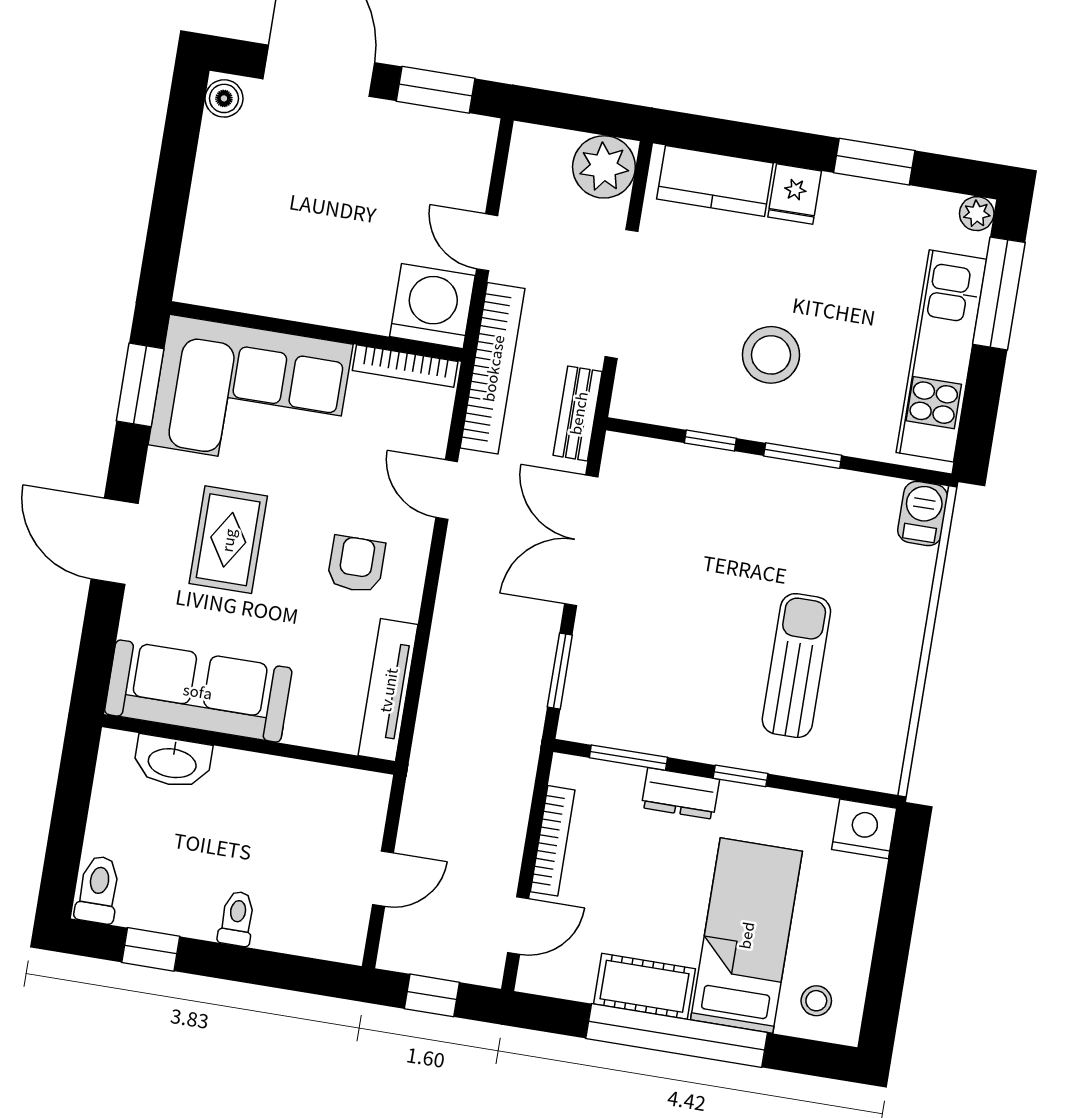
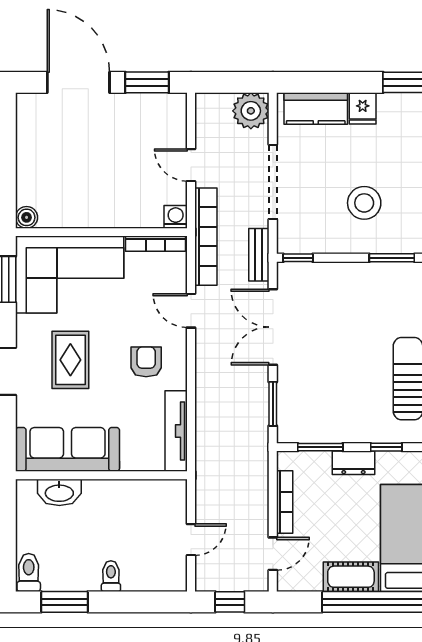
boiler: (224, 98) -> (27, 217), moved
washing machine: (432, 306) -> (176, 217), width x0.53, depth x0.53
window: (710, 441) -> (298, 258), moved
window: (151, 949) -> (64, 602), width x1.50

